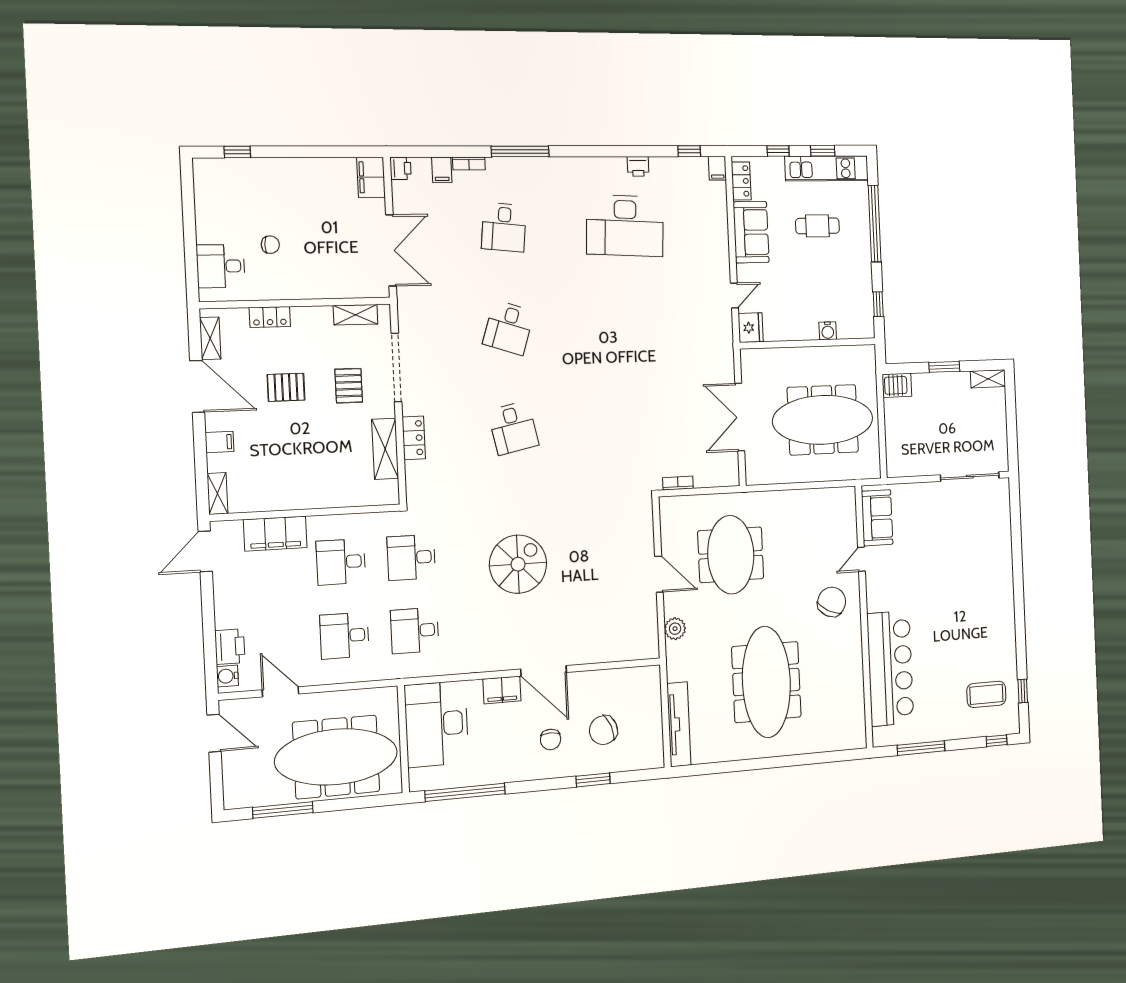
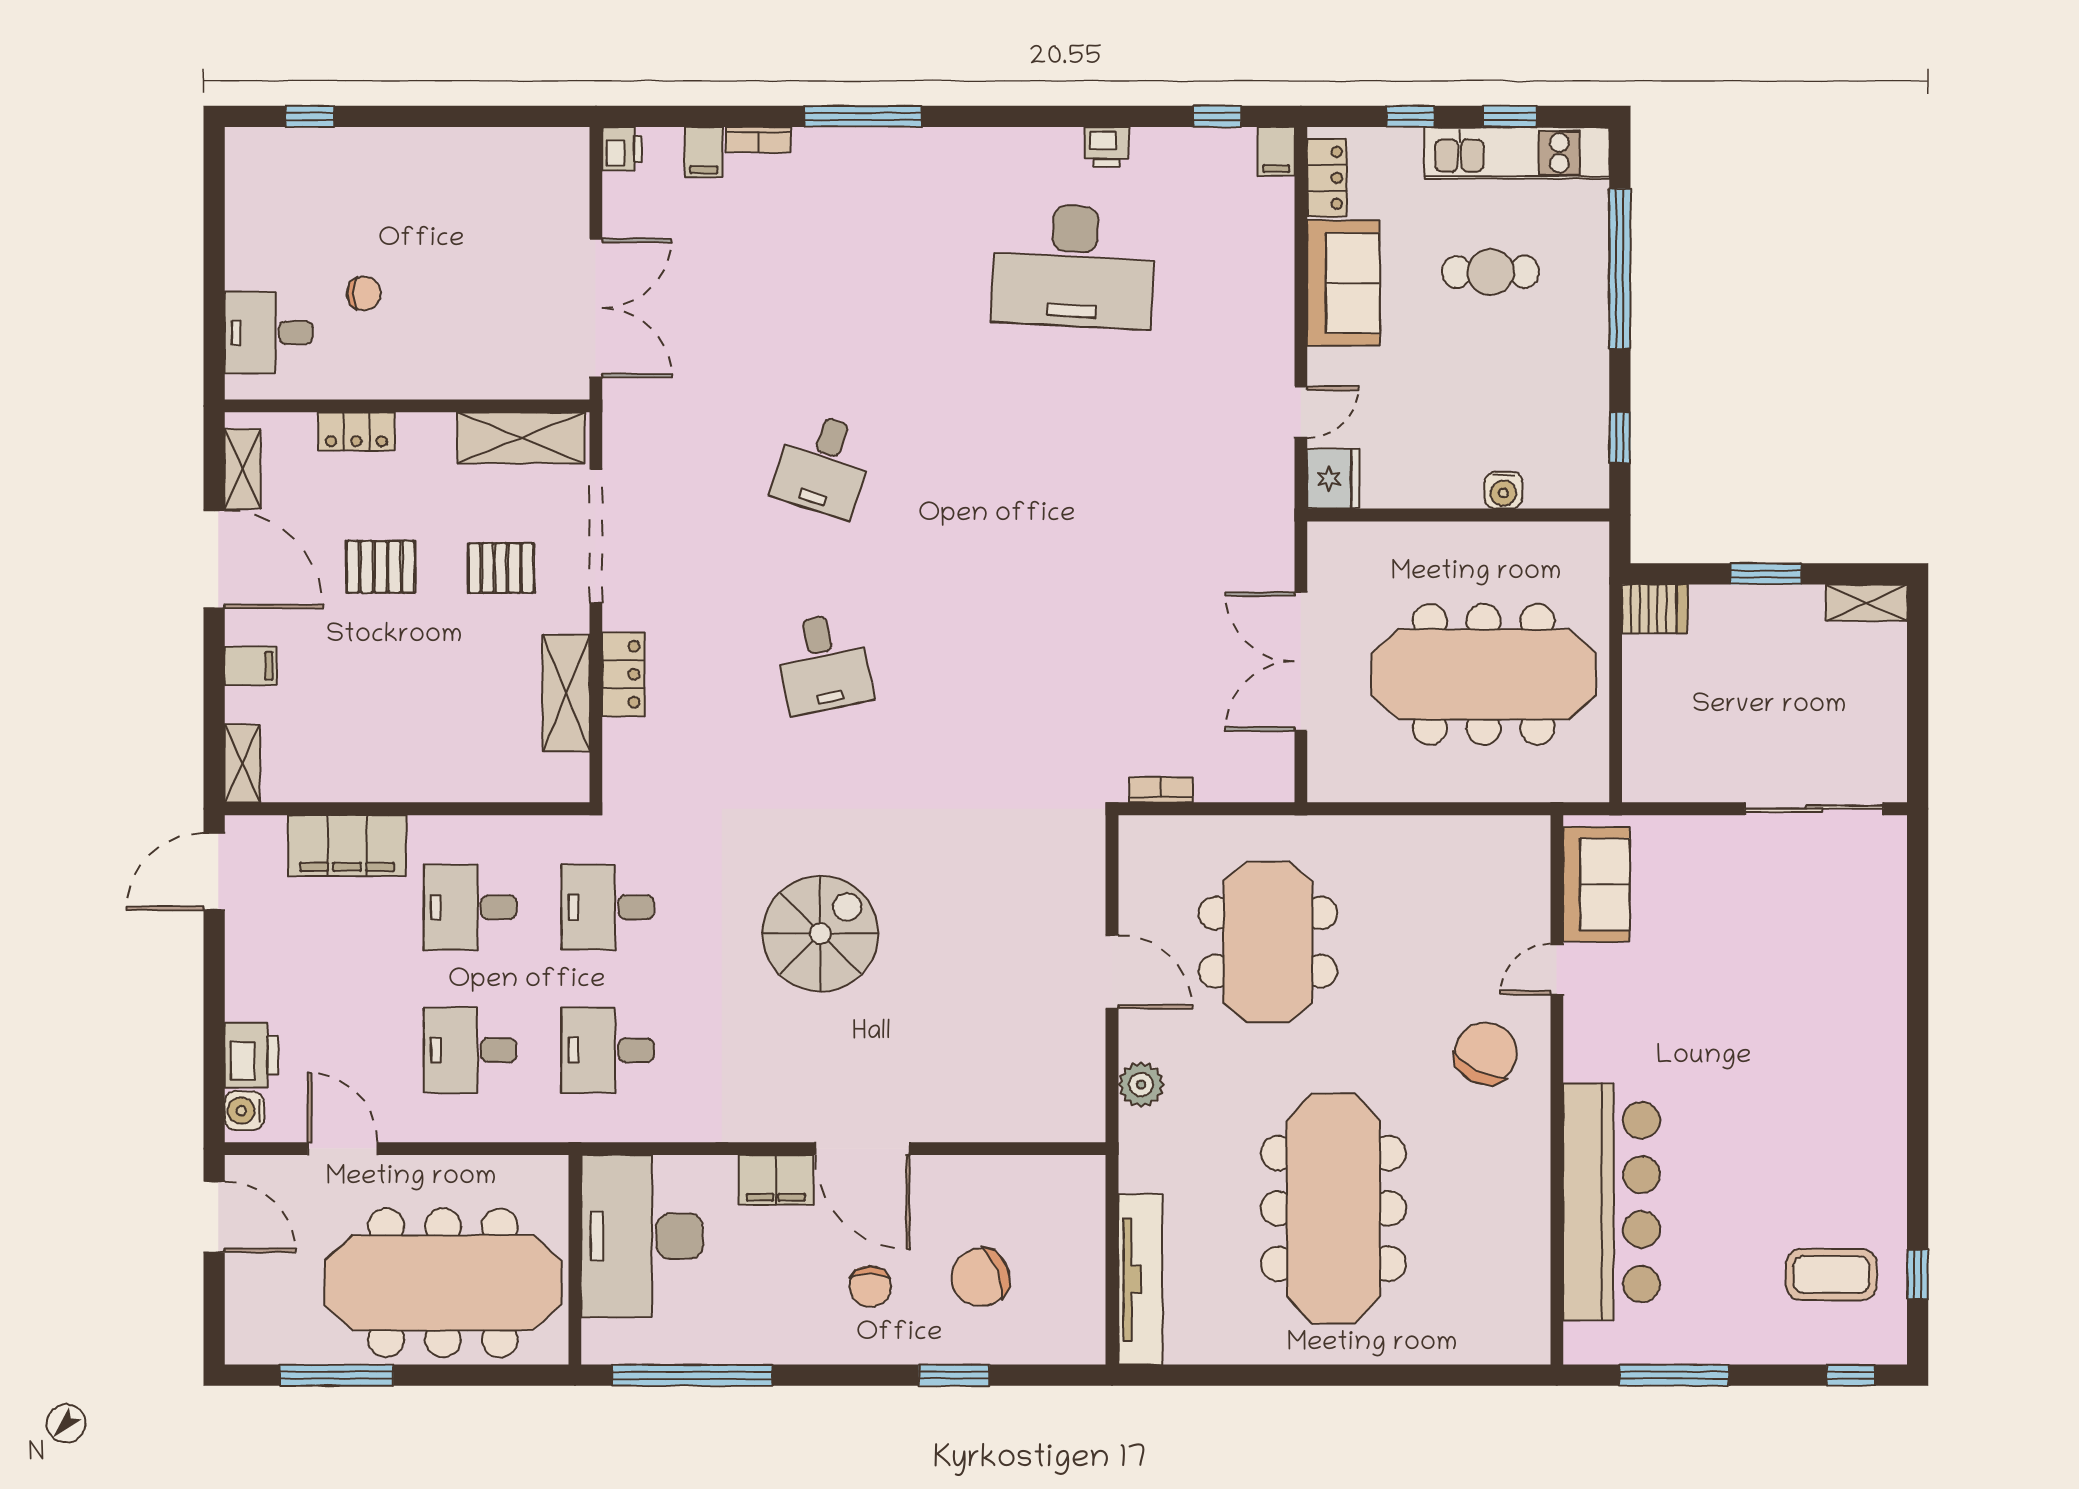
filing cabinet: (371, 177) -> (564, 166), removed
desk: (504, 227) -> (823, 266), removed
shelving: (355, 315) -> (521, 438), width x1.50, depth x1.33
pallet: (349, 386) -> (501, 568), turned 90

